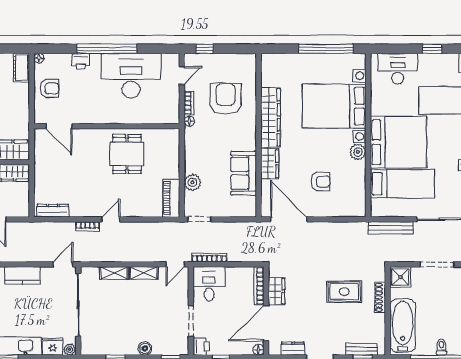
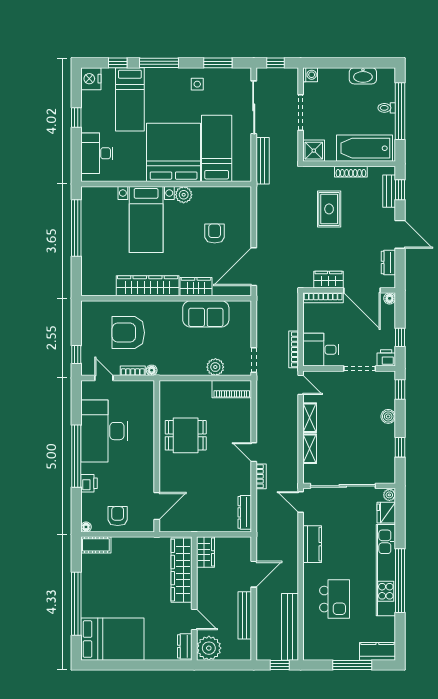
bed with nightstands: (334, 106) -> (146, 220), width x0.73
shoe rack: (380, 297) -> (351, 172), moved

